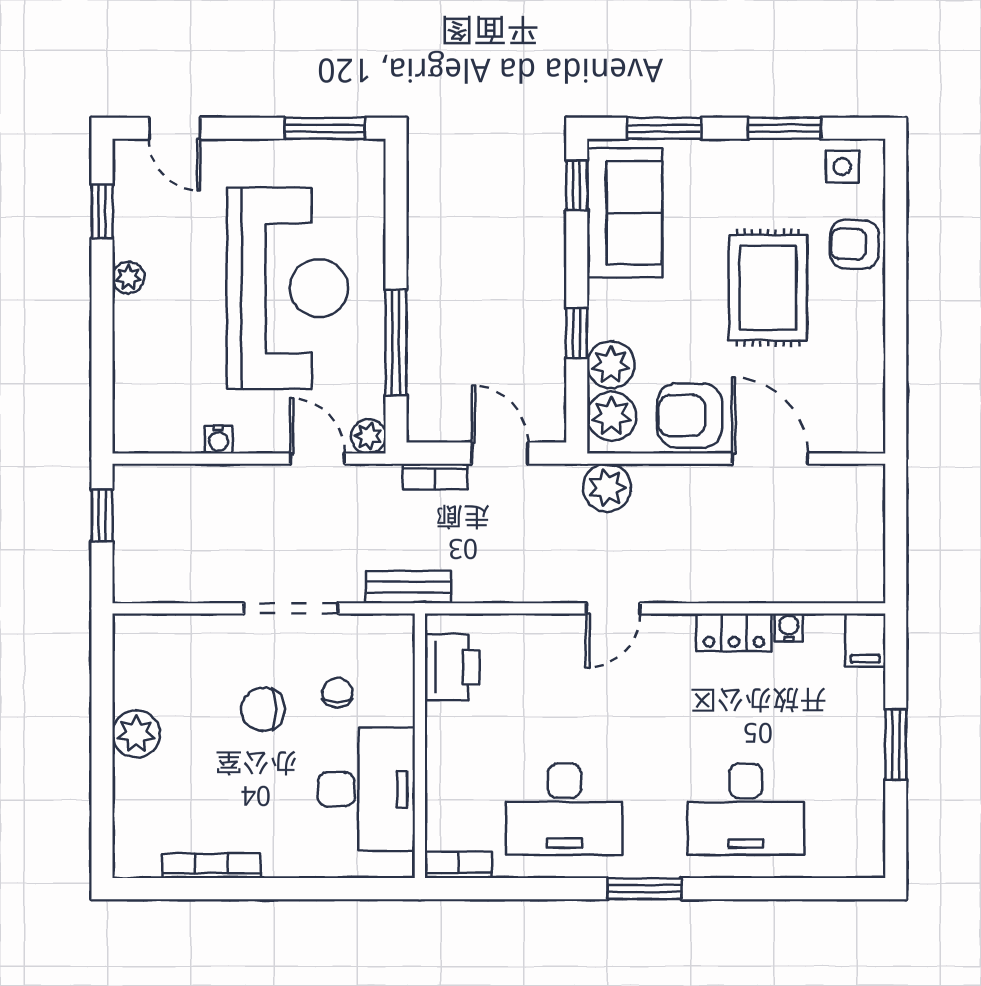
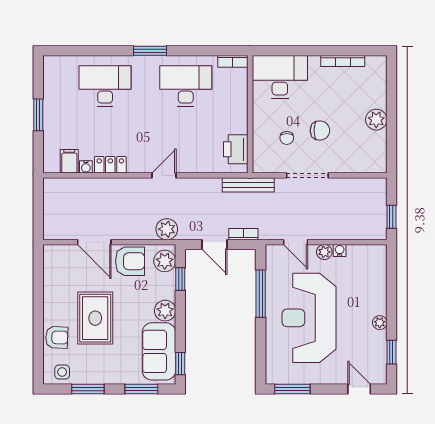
window: (577, 333) -> (180, 279), moved
plant: (611, 365) -> (165, 311), moved
plant: (368, 436) -> (324, 252), moved
bench: (408, 587) -> (248, 185), width x1.36
filing cabinet: (865, 640) -> (69, 161), moved
desk: (366, 789) -> (280, 77), moved, turned 90

